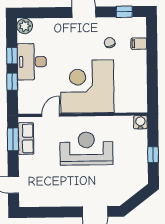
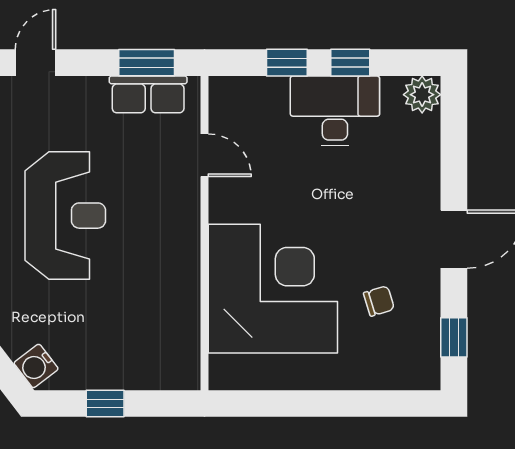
filing cabinet: (139, 44) -> (376, 372), removed
corner desk: (87, 87) -> (273, 289), moved
water cooler: (140, 122) -> (36, 366), moved, turned 143
reception desk: (86, 149) -> (65, 216), moved

